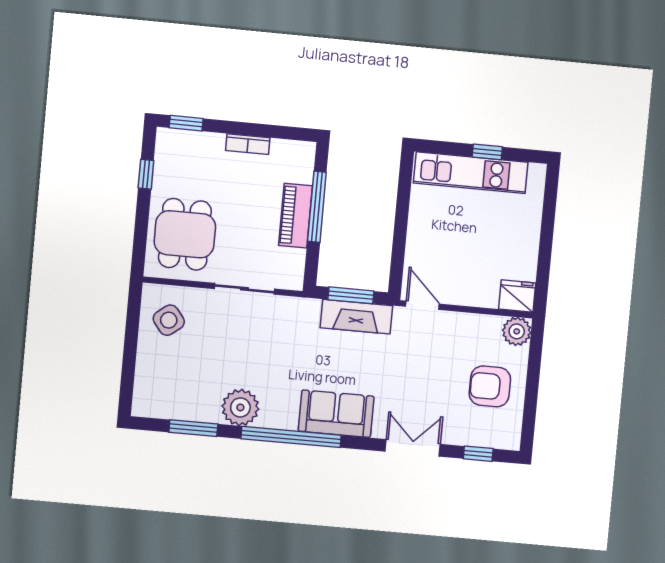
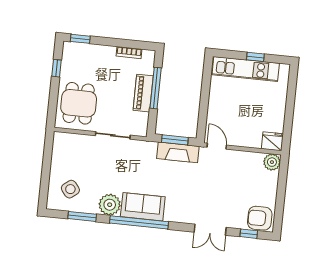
bookcase: (248, 144) -> (129, 53), moved
side table: (169, 320) -> (70, 189), moved
armchair: (490, 386) -> (260, 218), moved
sofa: (336, 414) -> (143, 207), moved
double door: (413, 448) -> (210, 230), swing flipped

